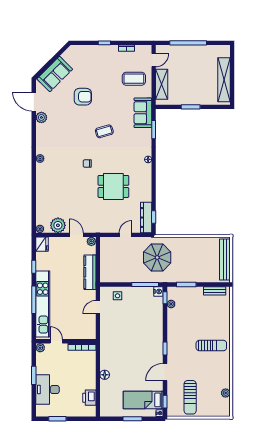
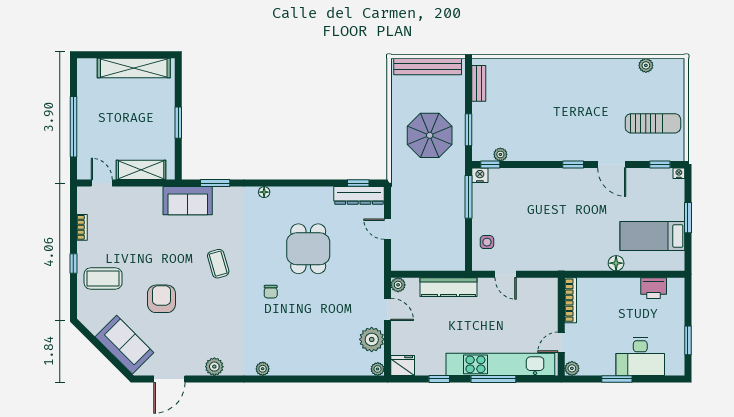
coffee table: (134, 79) -> (103, 278), moved, turned 90
plant: (41, 117) -> (214, 367), moved
door: (76, 235) -> (387, 309), swing flipped
parasol: (157, 258) -> (430, 135), moved
sun lounger: (211, 346) -> (568, 89), removed
bed: (143, 400) -> (652, 236), moved, turned 90

